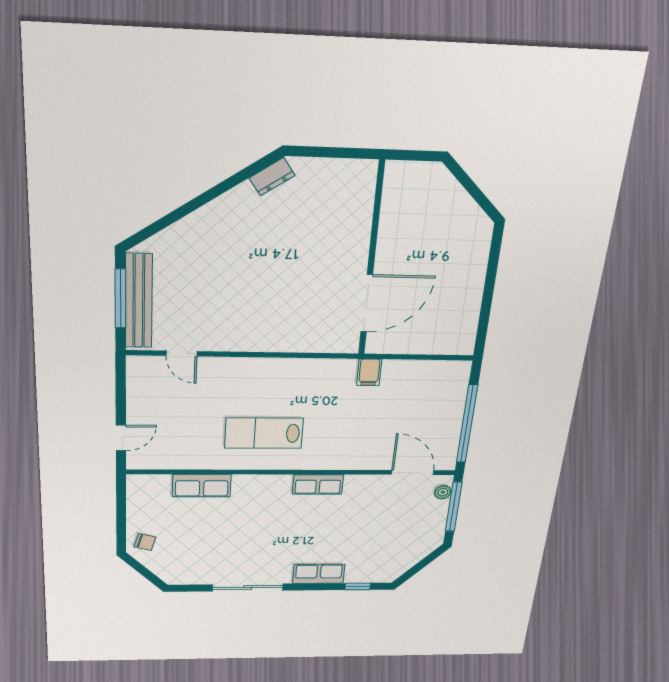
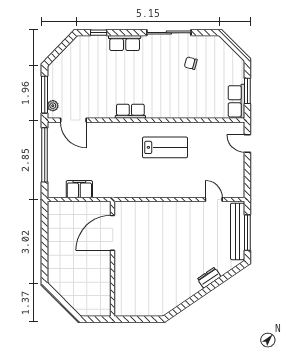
dresser: (272, 177) -> (209, 278), moved
filing cabinet: (369, 372) -> (79, 189), moved, width x2.00
door: (121, 438) -> (247, 144), hinge flipped
row of seats: (202, 486) -> (236, 101), moved, turned -90
window: (121, 512) -> (247, 91), added
chair: (145, 542) -> (191, 63), moved

